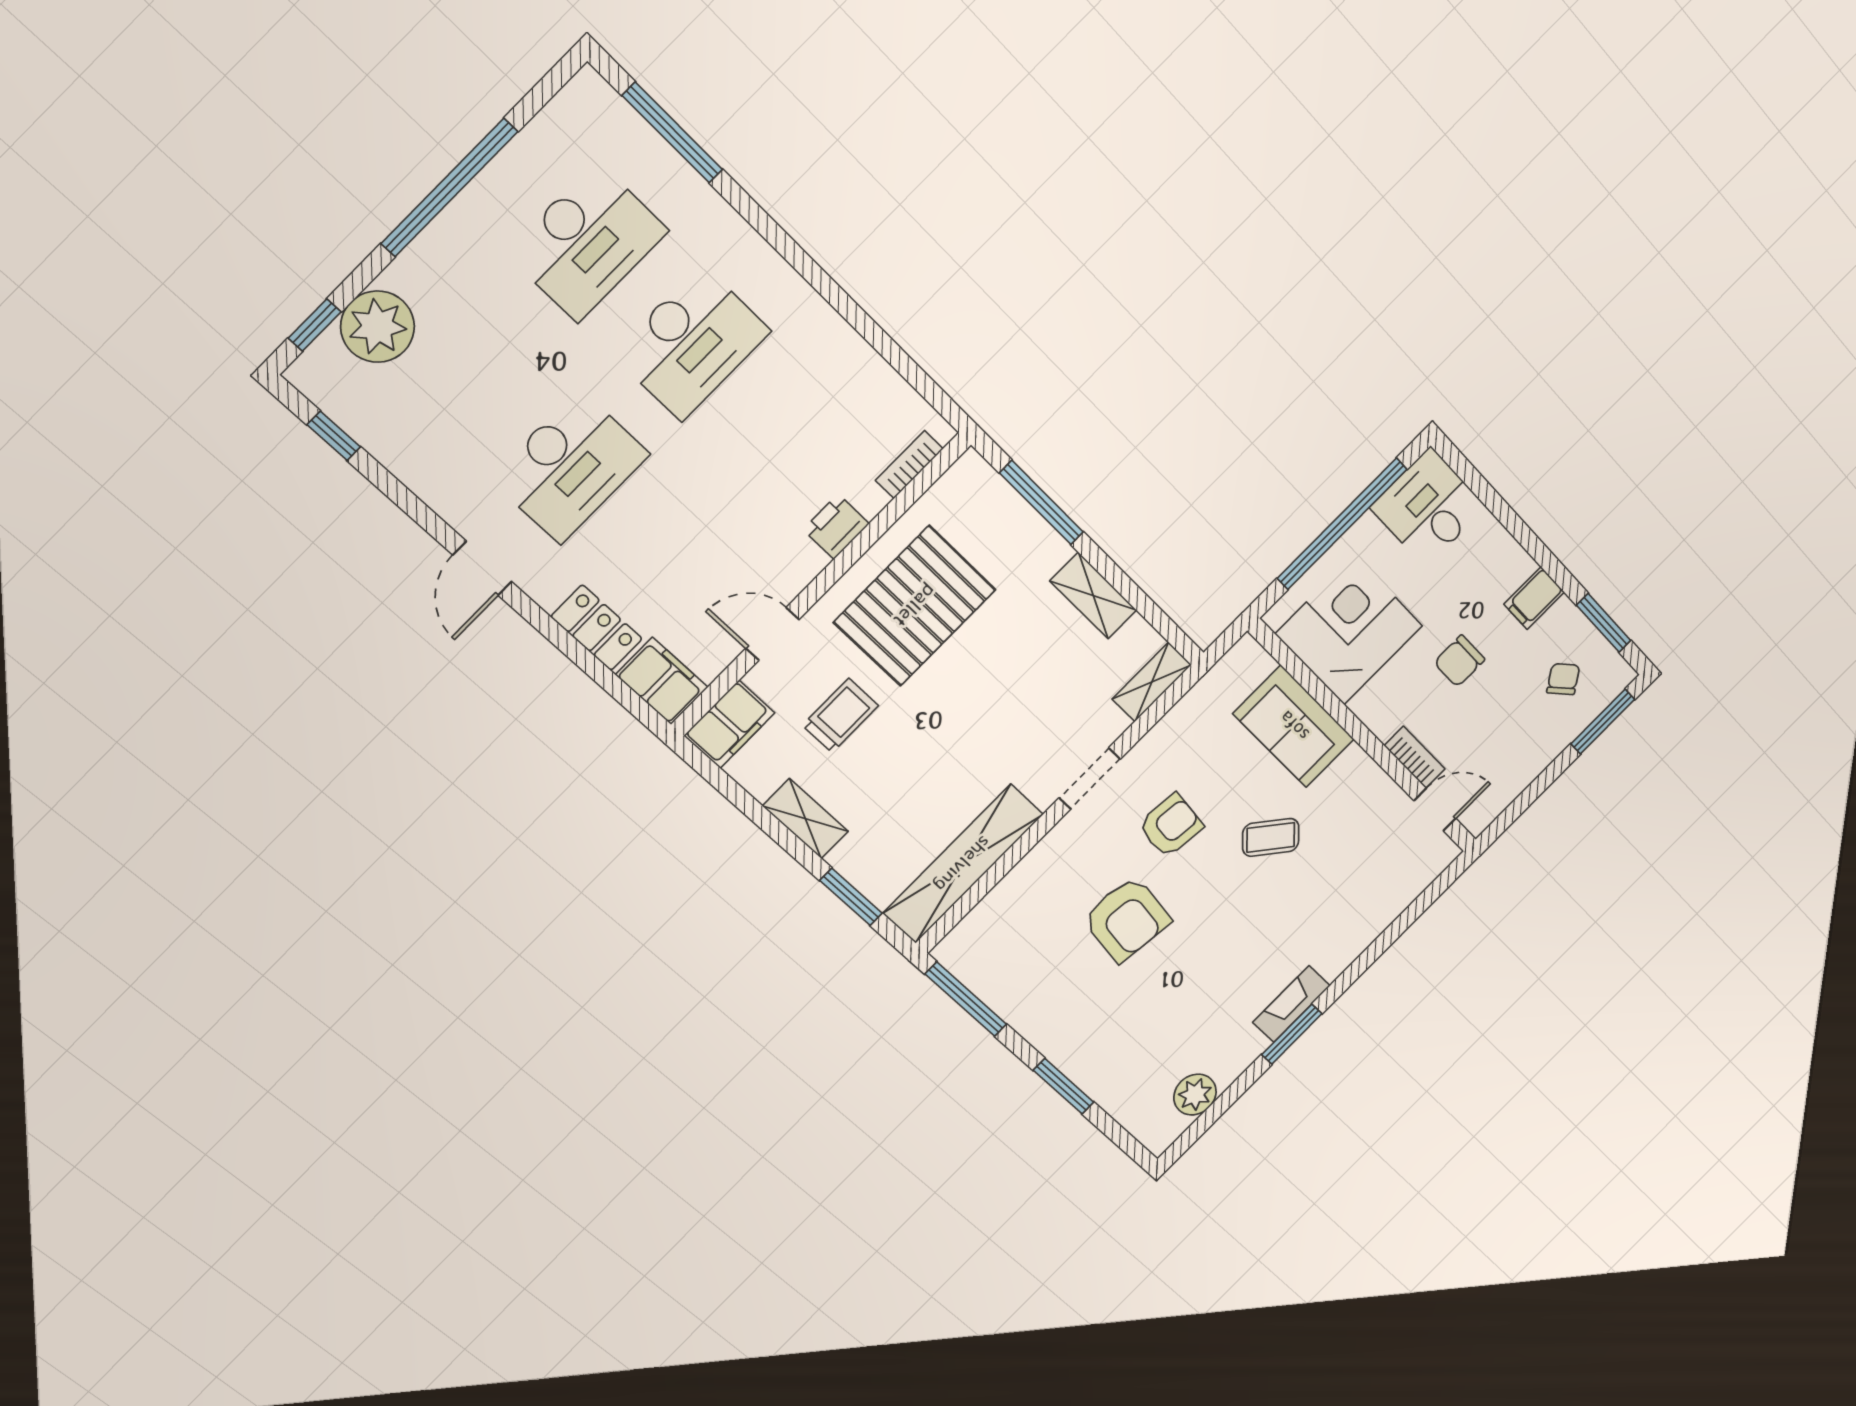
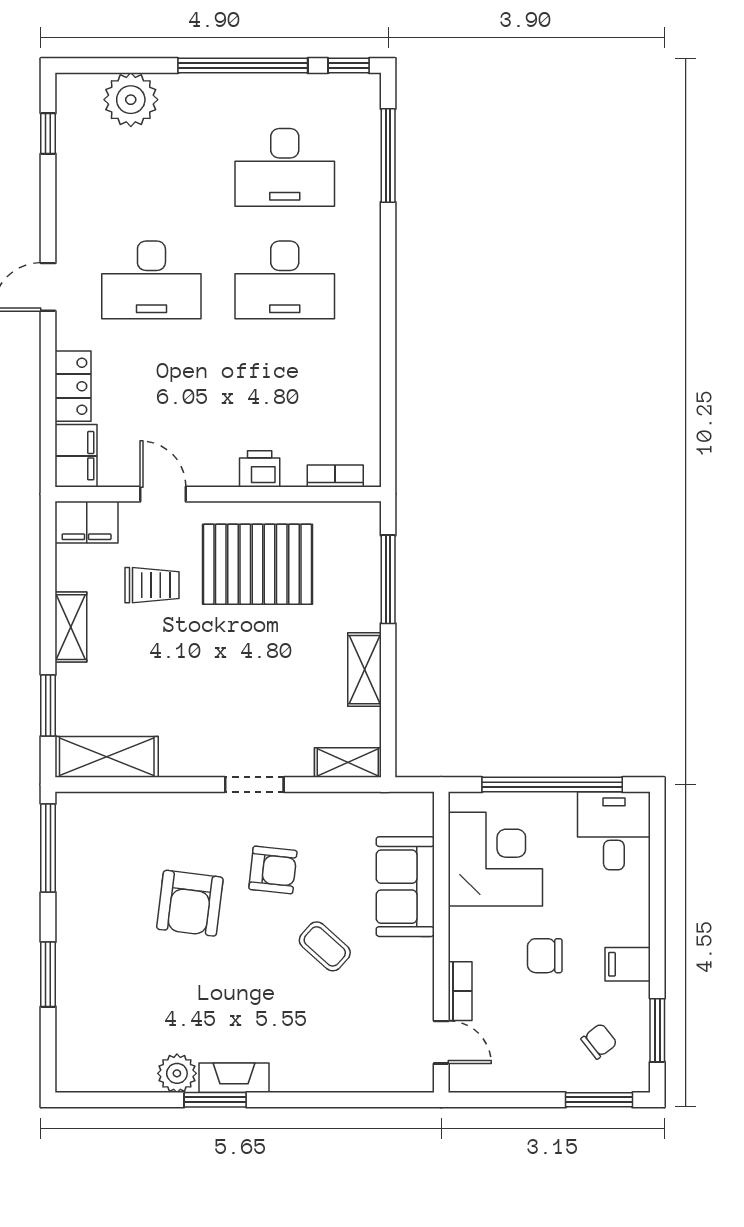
window: (315, 325) -> (349, 66), moved
shelving: (963, 864) -> (107, 757), width x0.68
plant: (1195, 1095) -> (177, 1073), moved

